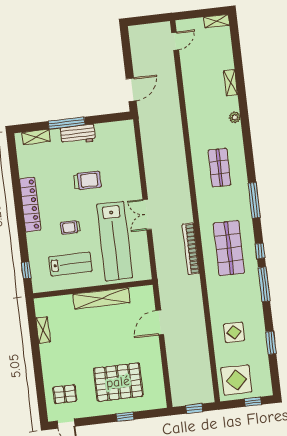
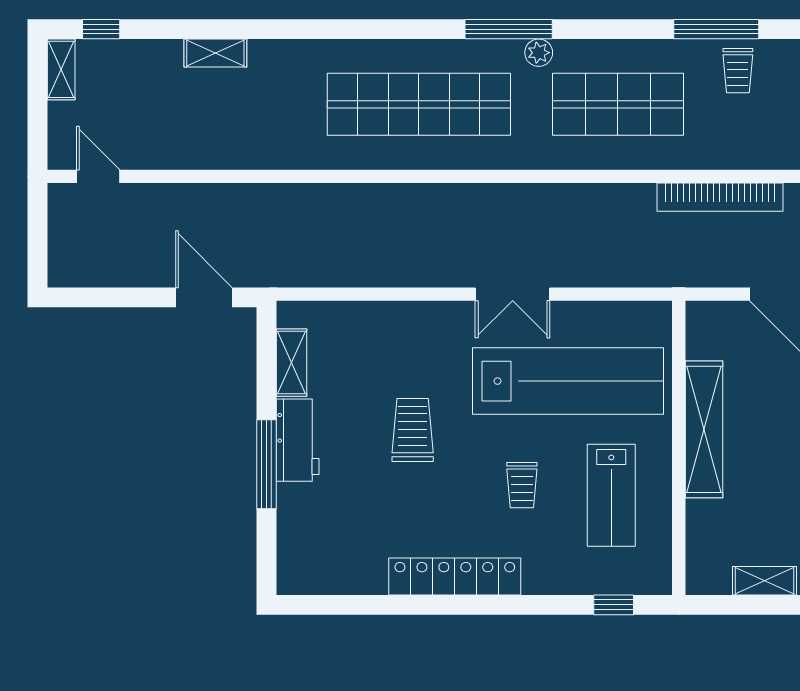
plant: (235, 117) -> (539, 53), moved
shelving: (36, 137) -> (292, 363), moved
shop shelf: (219, 168) -> (419, 104), width x2.00, depth x1.36
bookcase: (191, 249) -> (720, 197), moved
window: (260, 251) -> (101, 29), moved
lab bench: (70, 264) -> (611, 495), turned 180
trolley: (248, 295) -> (738, 71), added

